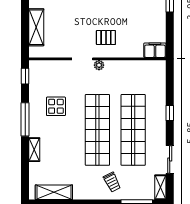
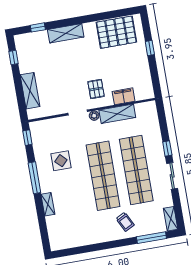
pallet: (106, 38) -> (96, 89), turned 90
filing cabinet: (155, 50) -> (124, 96), moved
sliding door: (170, 159) -> (172, 176), moved
shelving: (54, 192) -> (117, 114), moved

